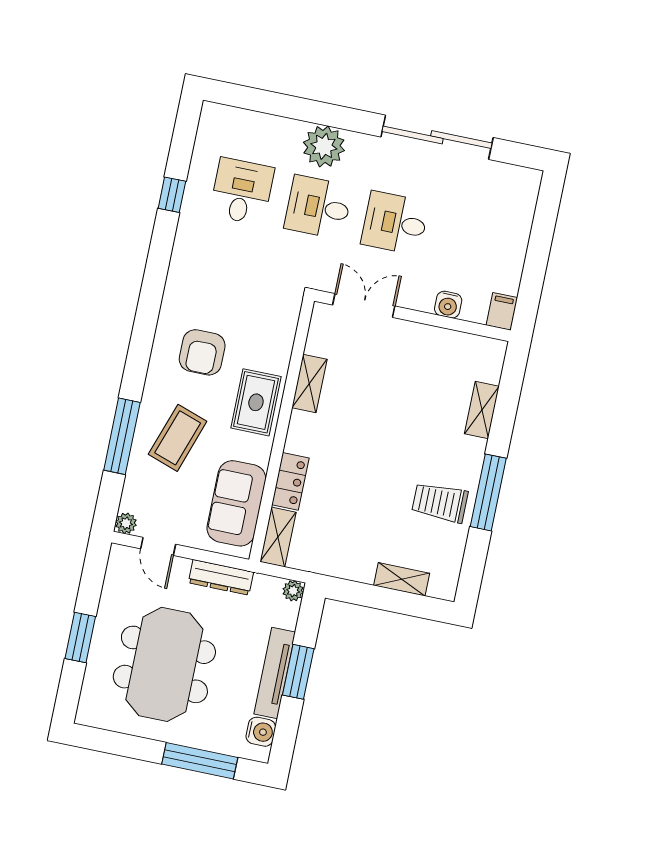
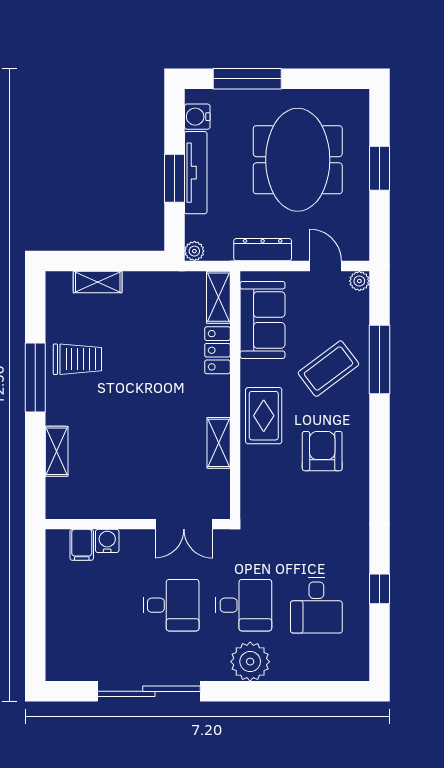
filing cabinet: (502, 311) -> (82, 545), moved
coffee table: (178, 438) -> (328, 369), turned 34

